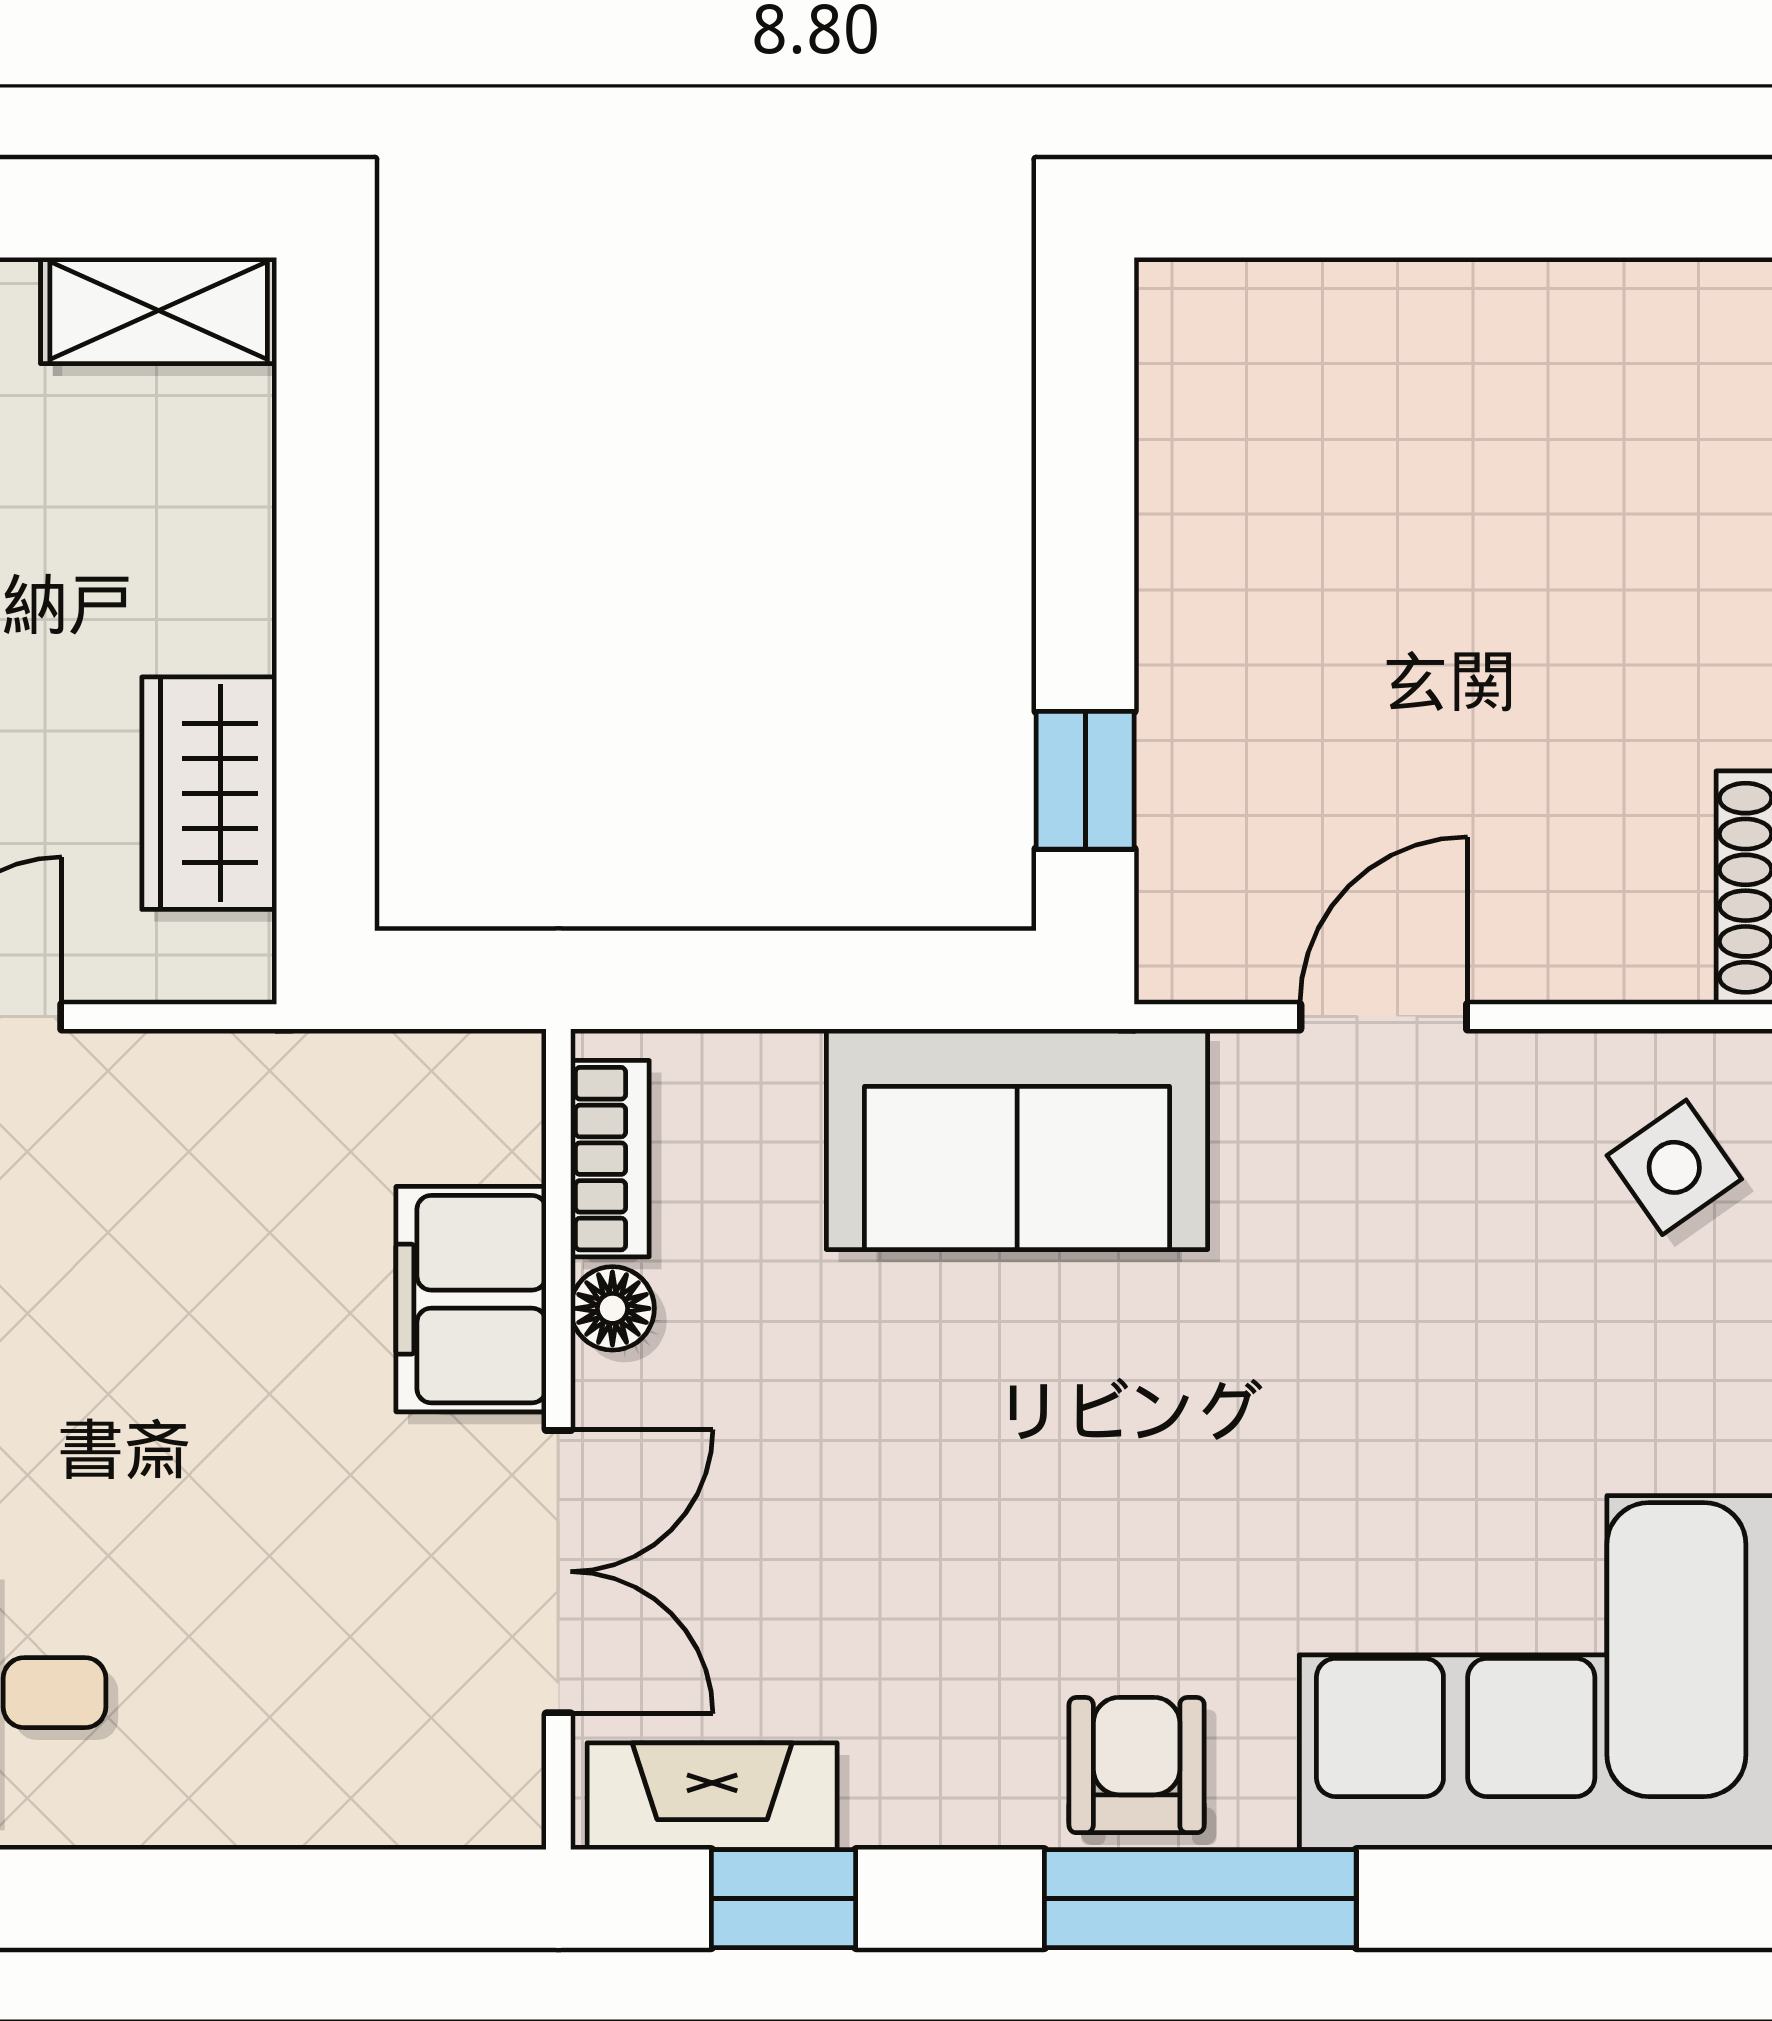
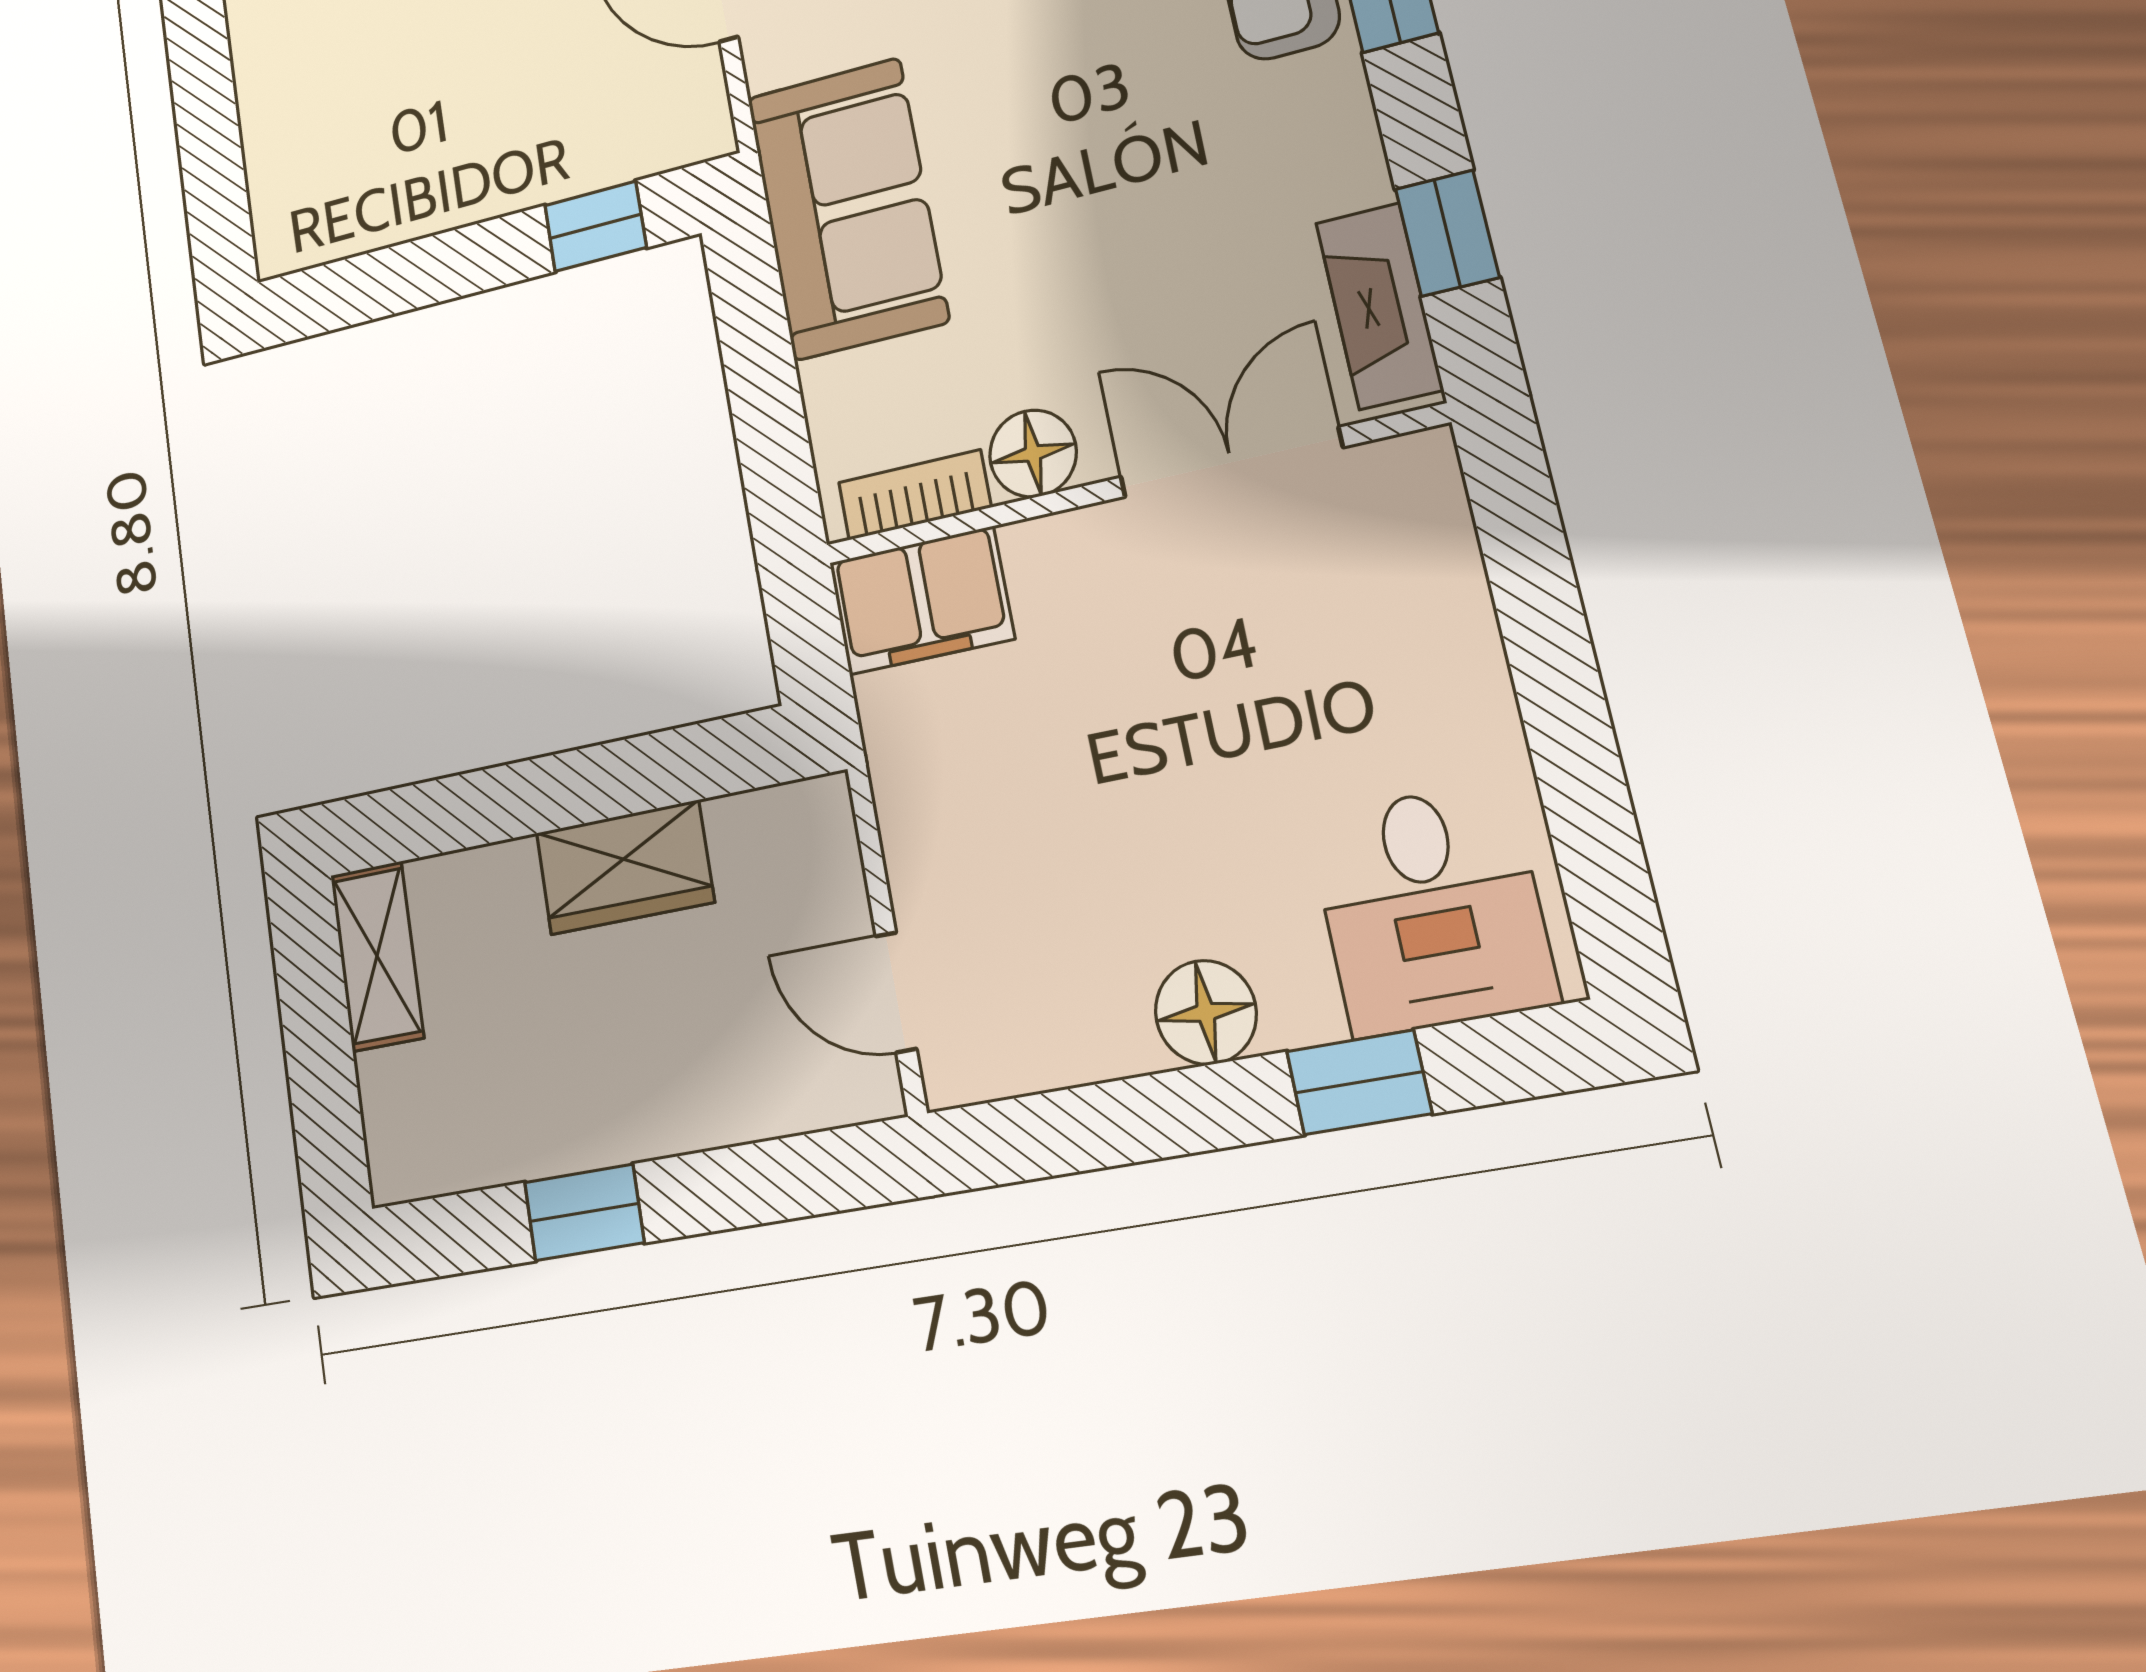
wardrobe: (209, 793) -> (625, 867), moved
filing cabinet: (471, 1299) -> (921, 601), moved
floor lamp: (612, 1308) -> (1033, 453), width x1.37, depth x1.37

